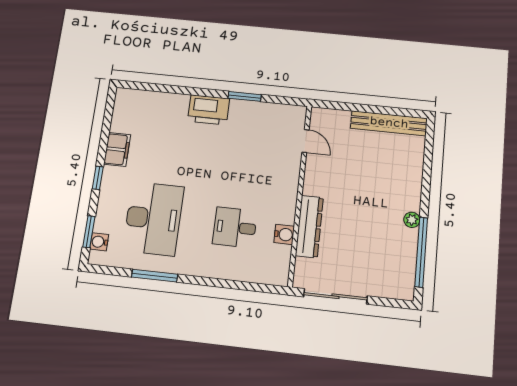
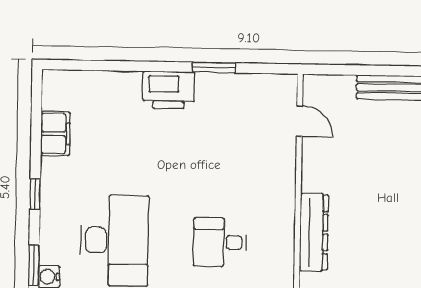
filing cabinet: (117, 149) -> (55, 134), moved
water cooler: (284, 234) -> (283, 245), removed

